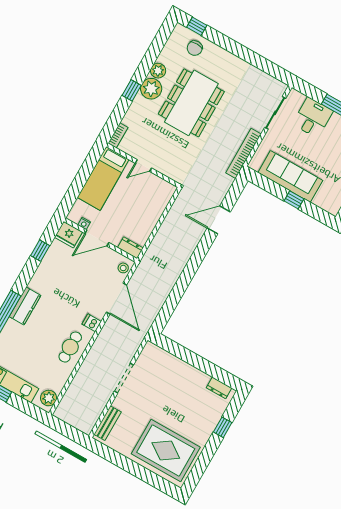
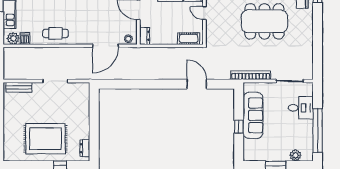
cot: (162, 200) -> (189, 39), added
dishwasher: (92, 323) -> (25, 38), moved
rug: (166, 450) -> (45, 139), moved, turned 90

